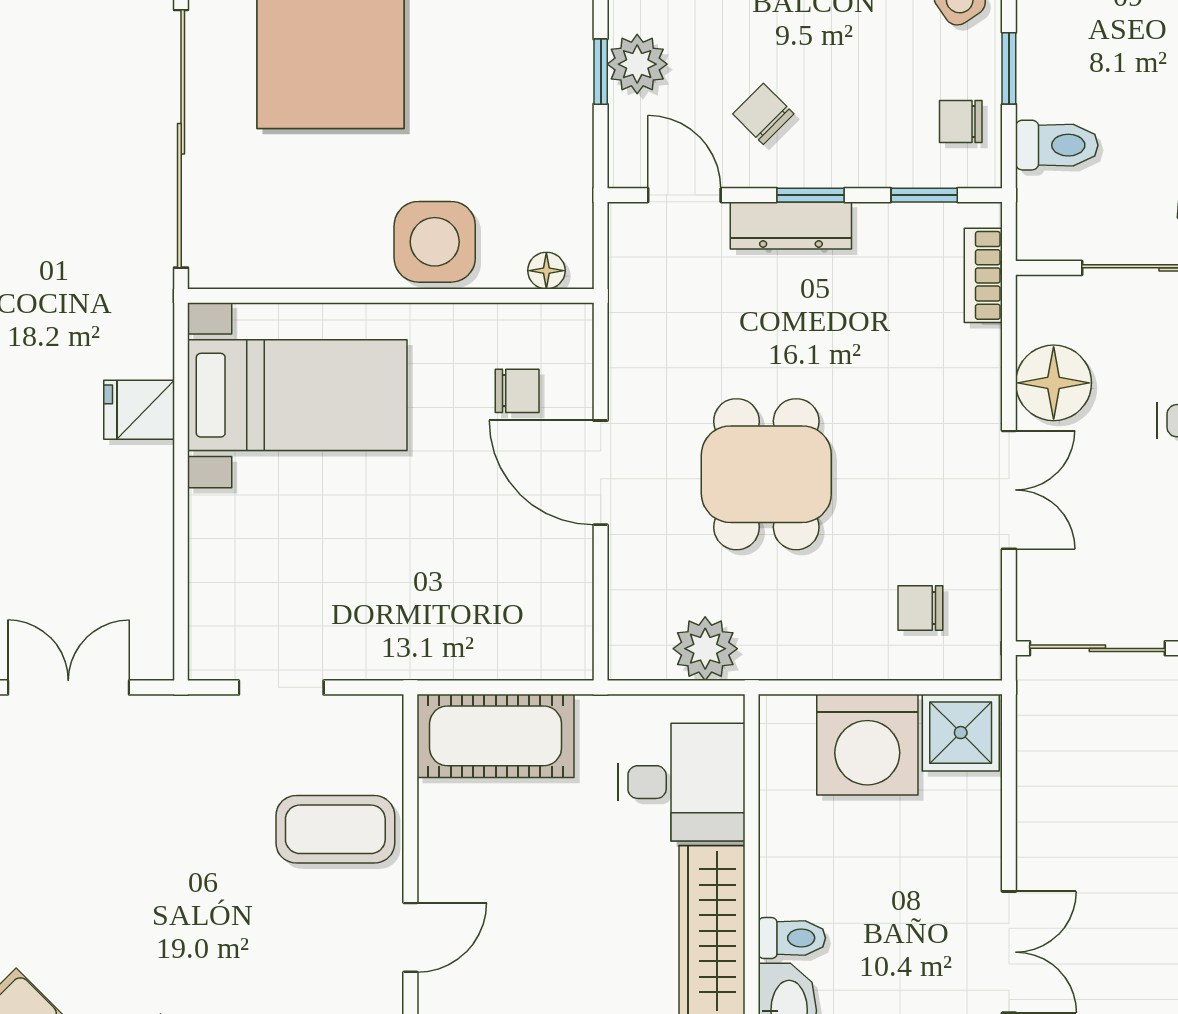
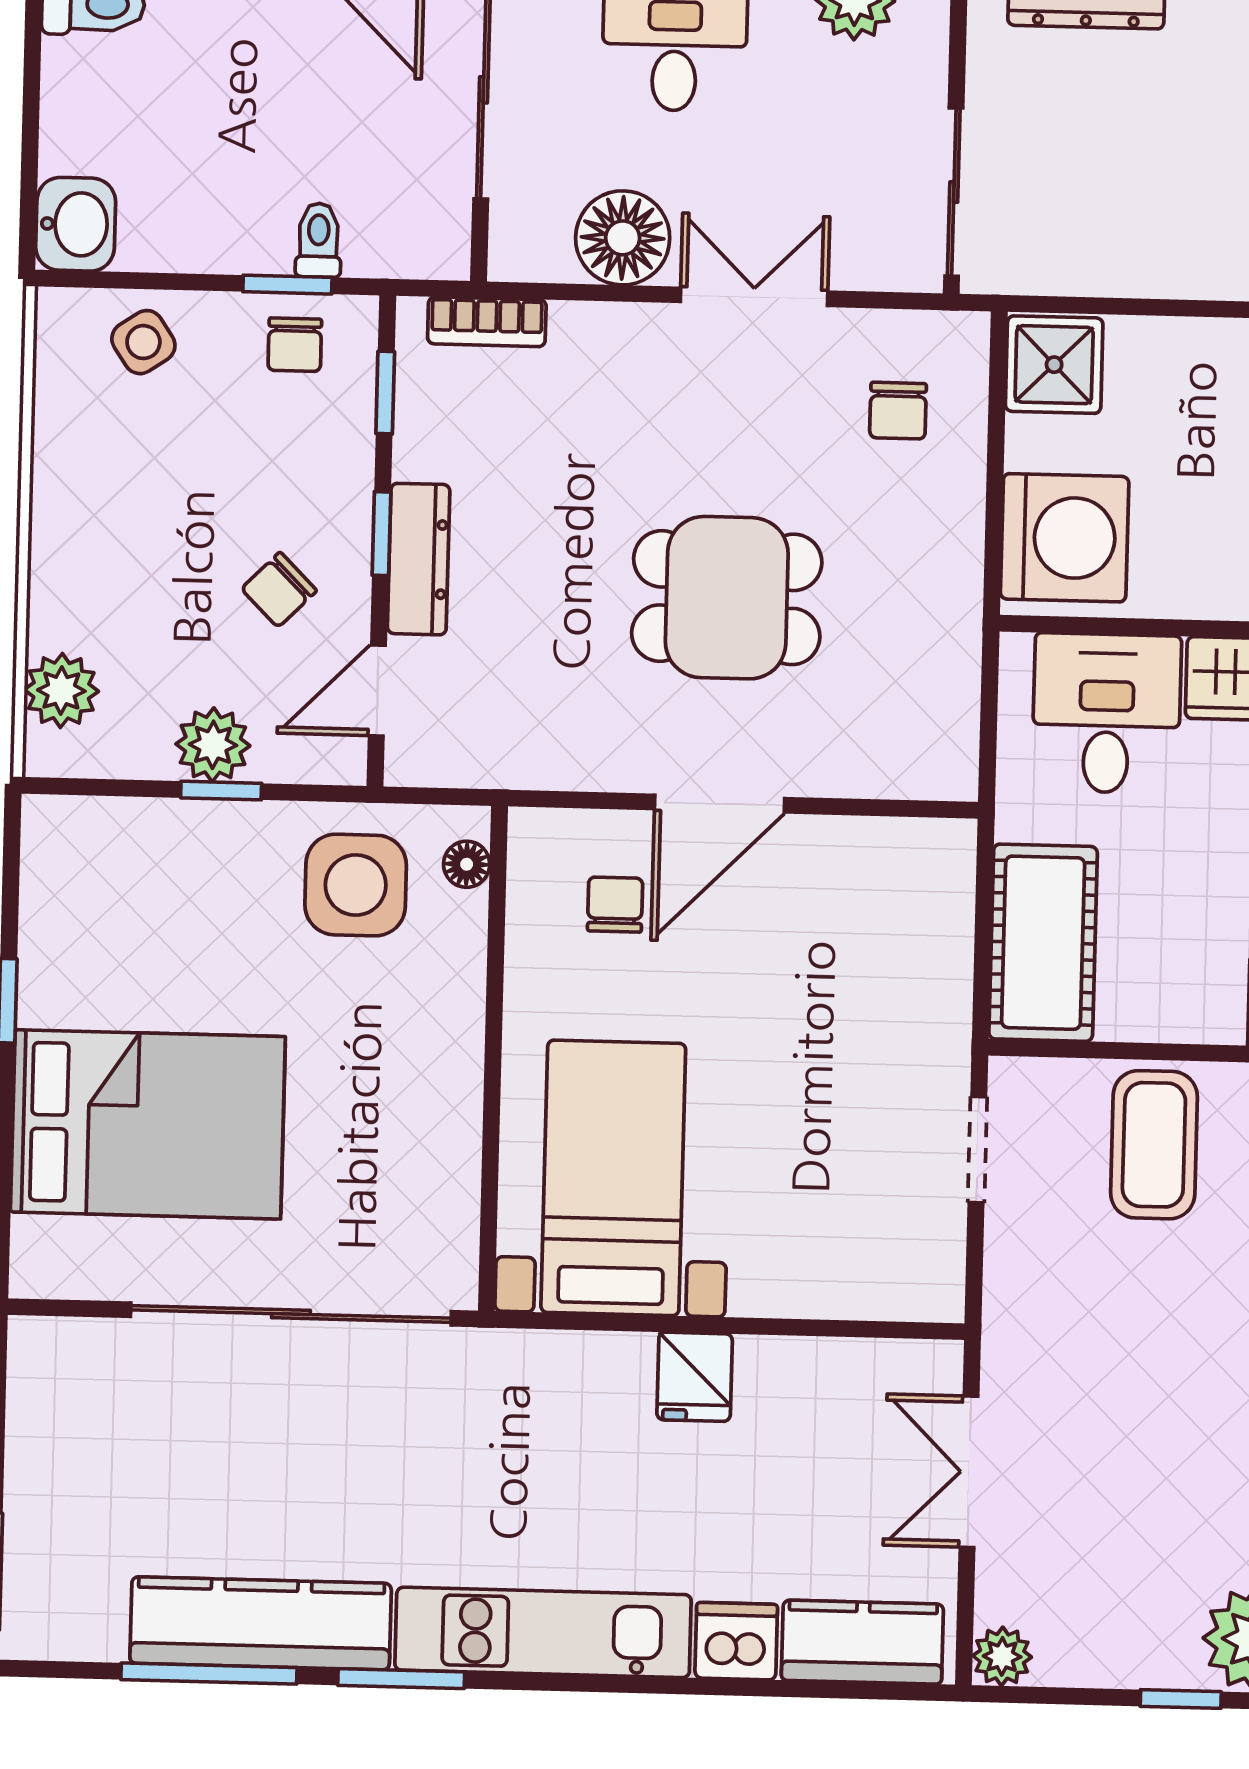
window: (1009, 68) -> (287, 285), moved
toilet: (1057, 145) -> (319, 240), width x0.73, depth x0.72
side table: (435, 242) -> (356, 885), moved
fridge: (139, 410) -> (695, 1377), moved
plant: (705, 649) -> (942, 679), removed
doorway: (281, 687) -> (977, 1150), moved
washing machine: (867, 745) -> (1065, 538), moved

